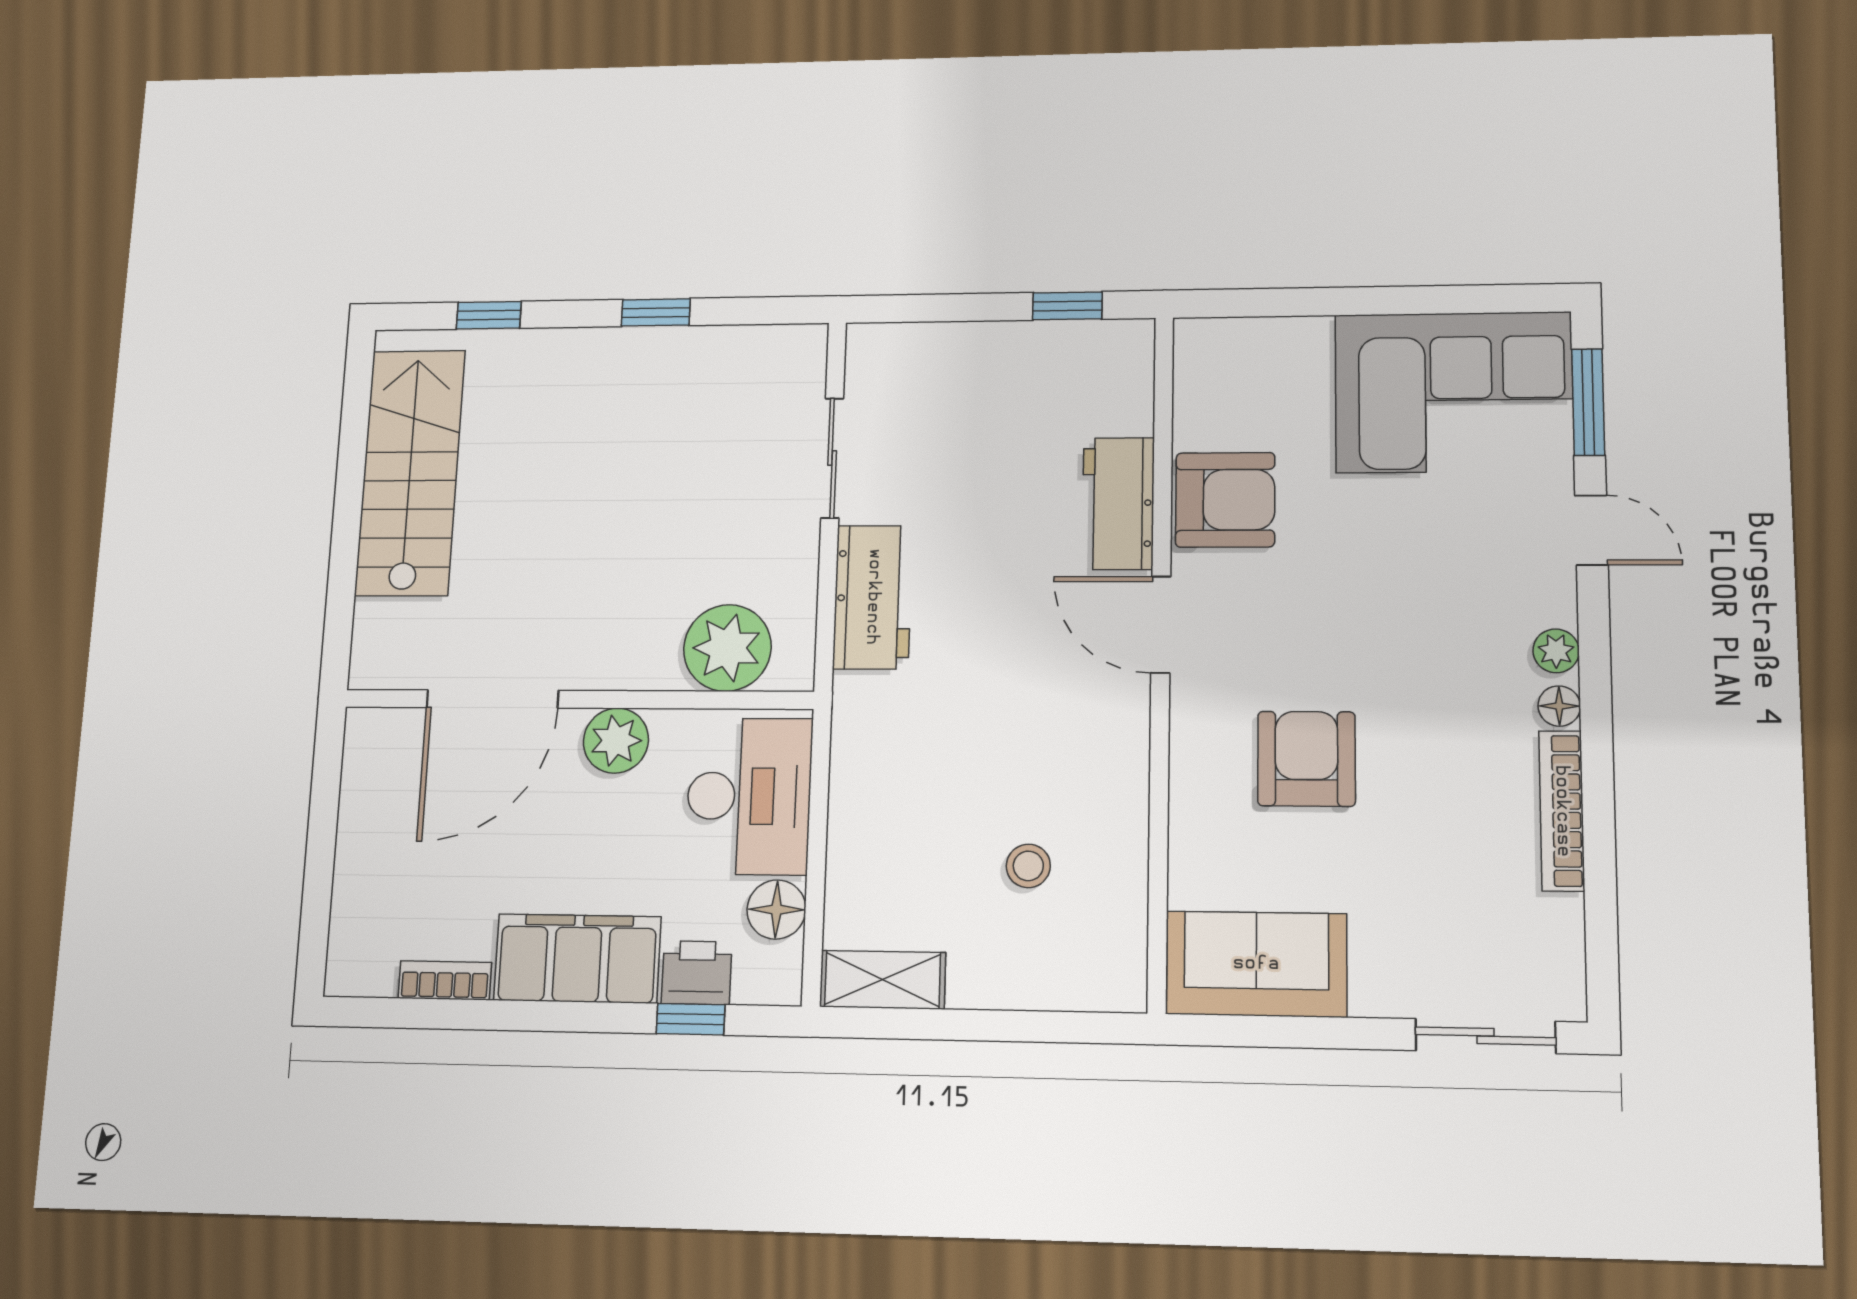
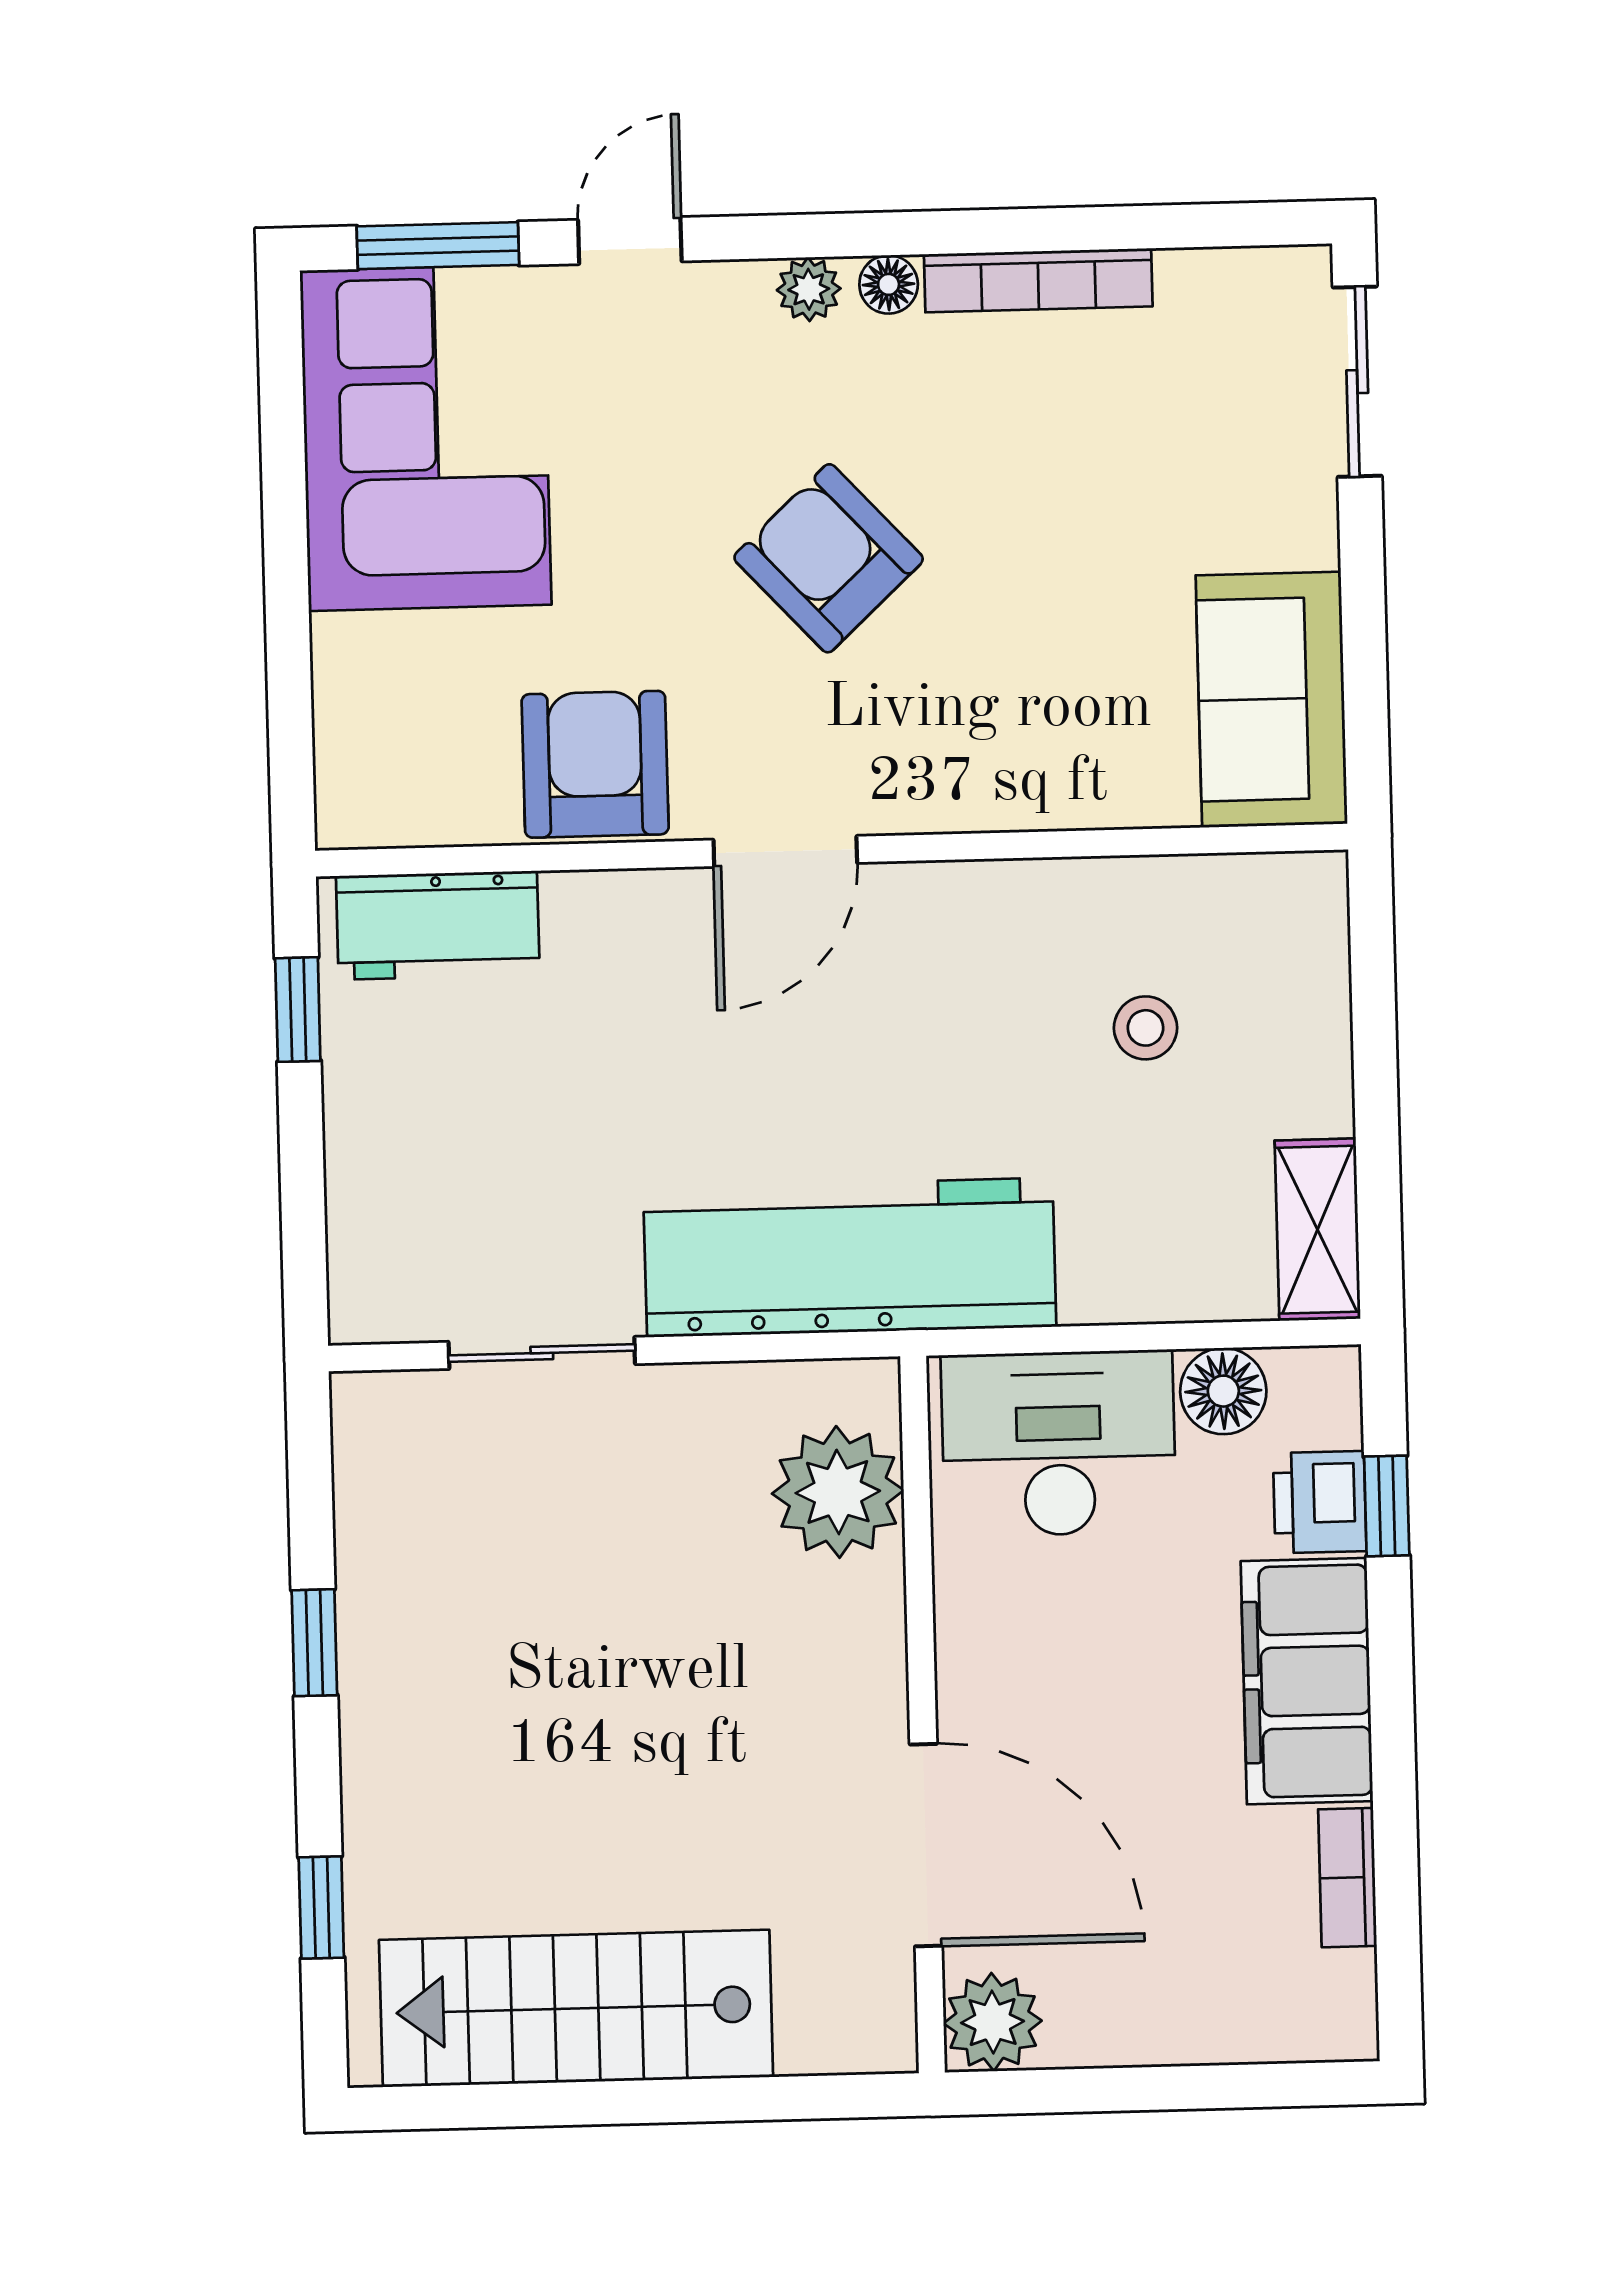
workbench: (1118, 503) -> (438, 925), moved
workbench: (873, 597) -> (850, 1257), width x1.88, depth x1.32
plant: (616, 741) -> (993, 2022), moved
armchair: (1306, 759) -> (829, 558), moved, turned 47

